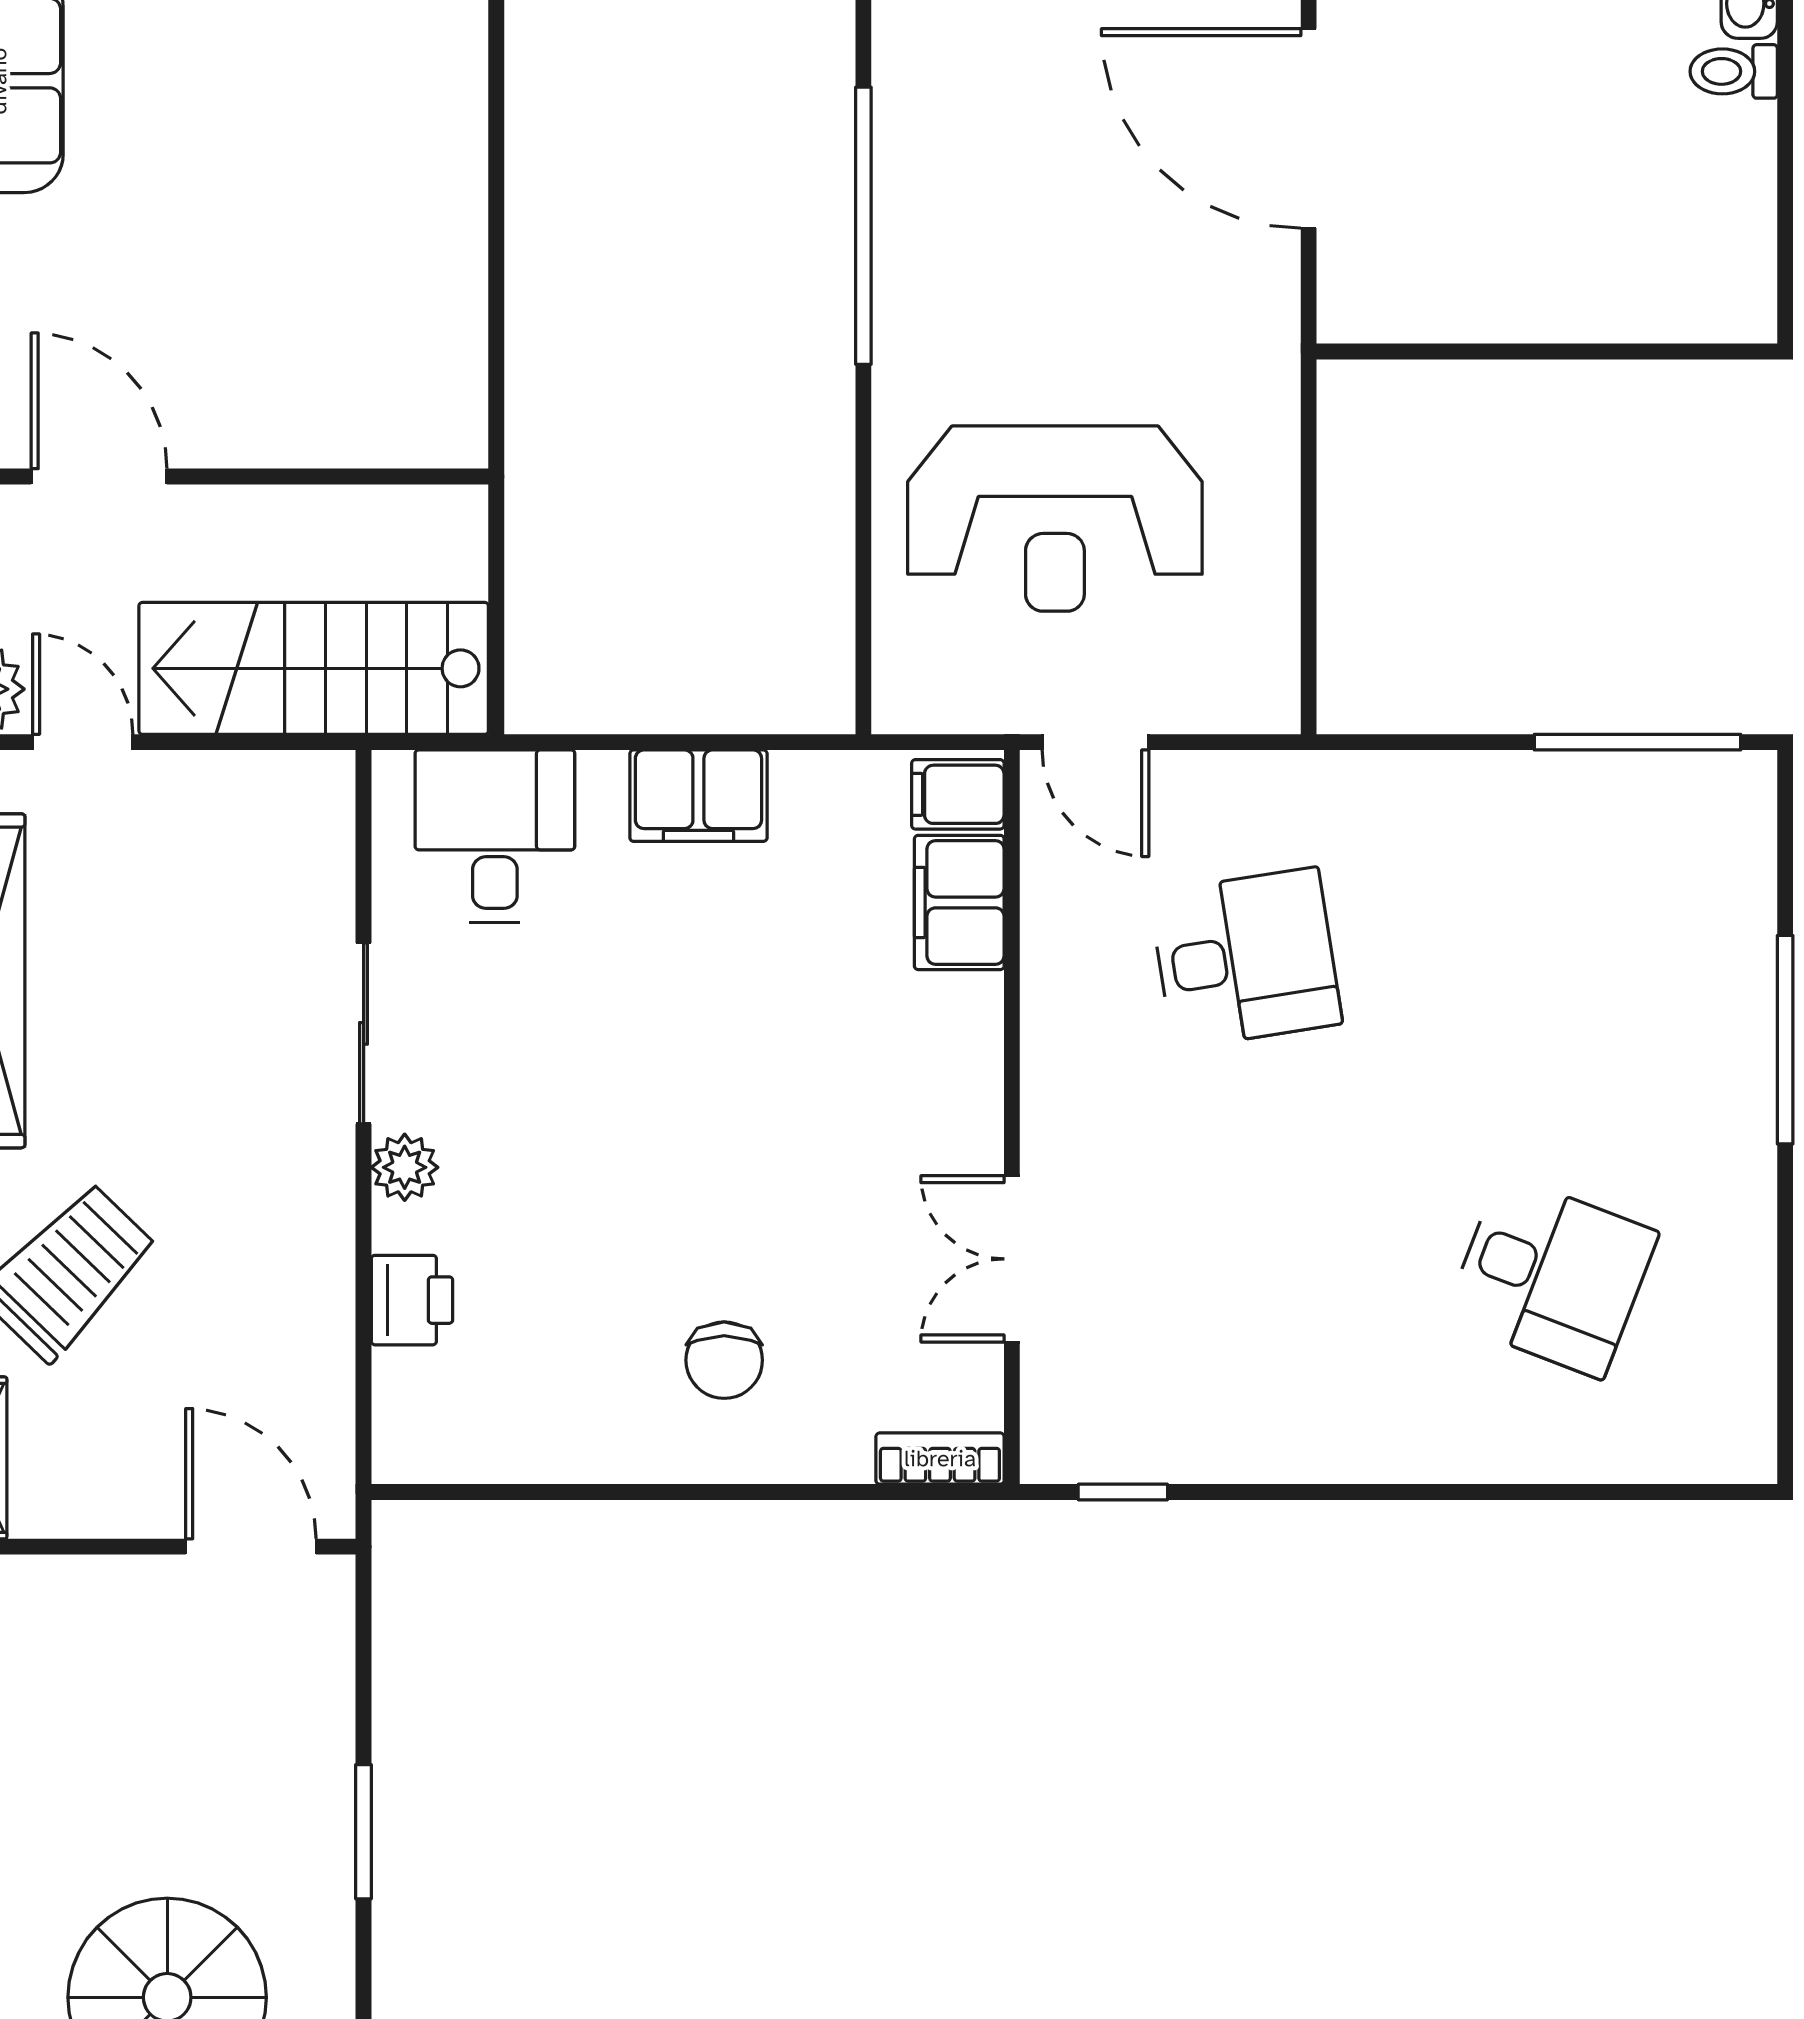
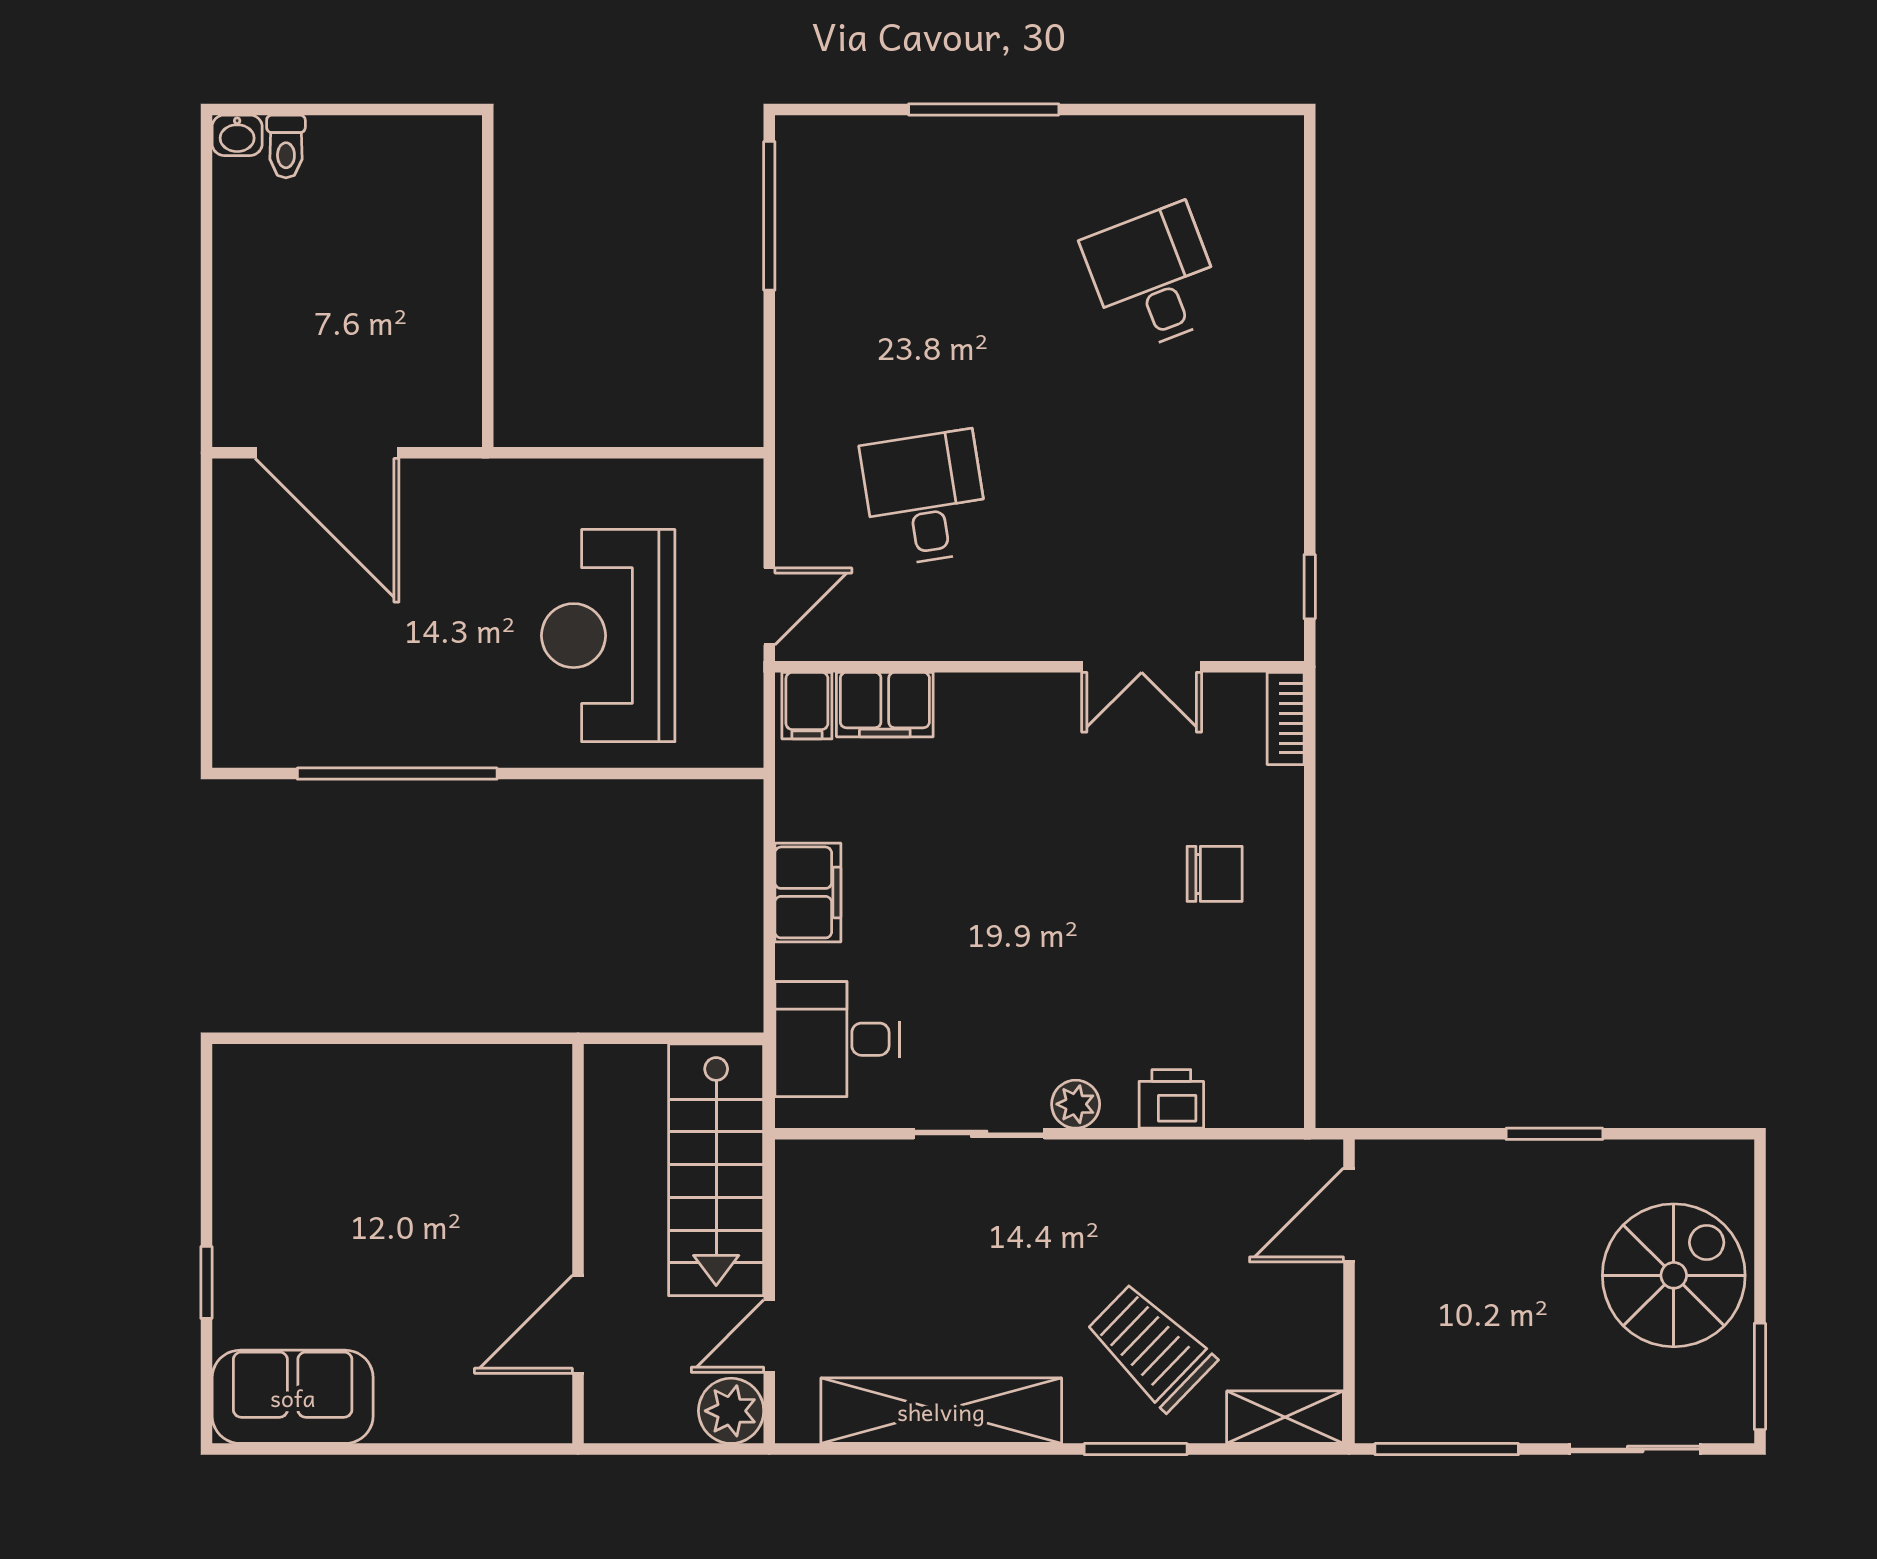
door: (1309, 128) -> (327, 453), hinge flipped
reception desk: (1055, 519) -> (608, 636), turned 180
desk: (1551, 1276) -> (1154, 278), turned -42

